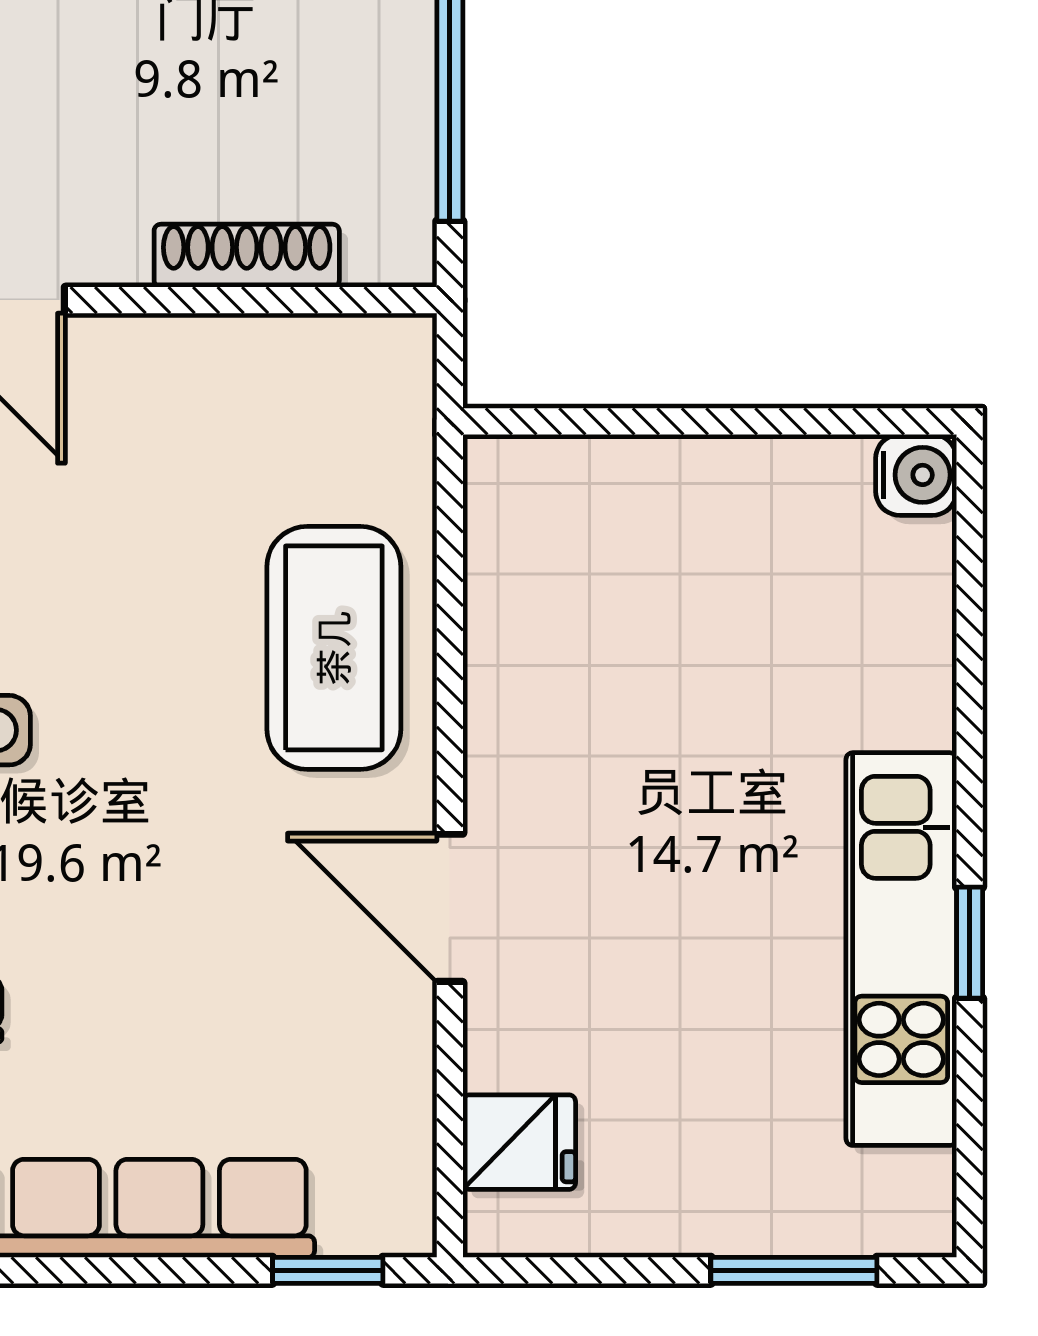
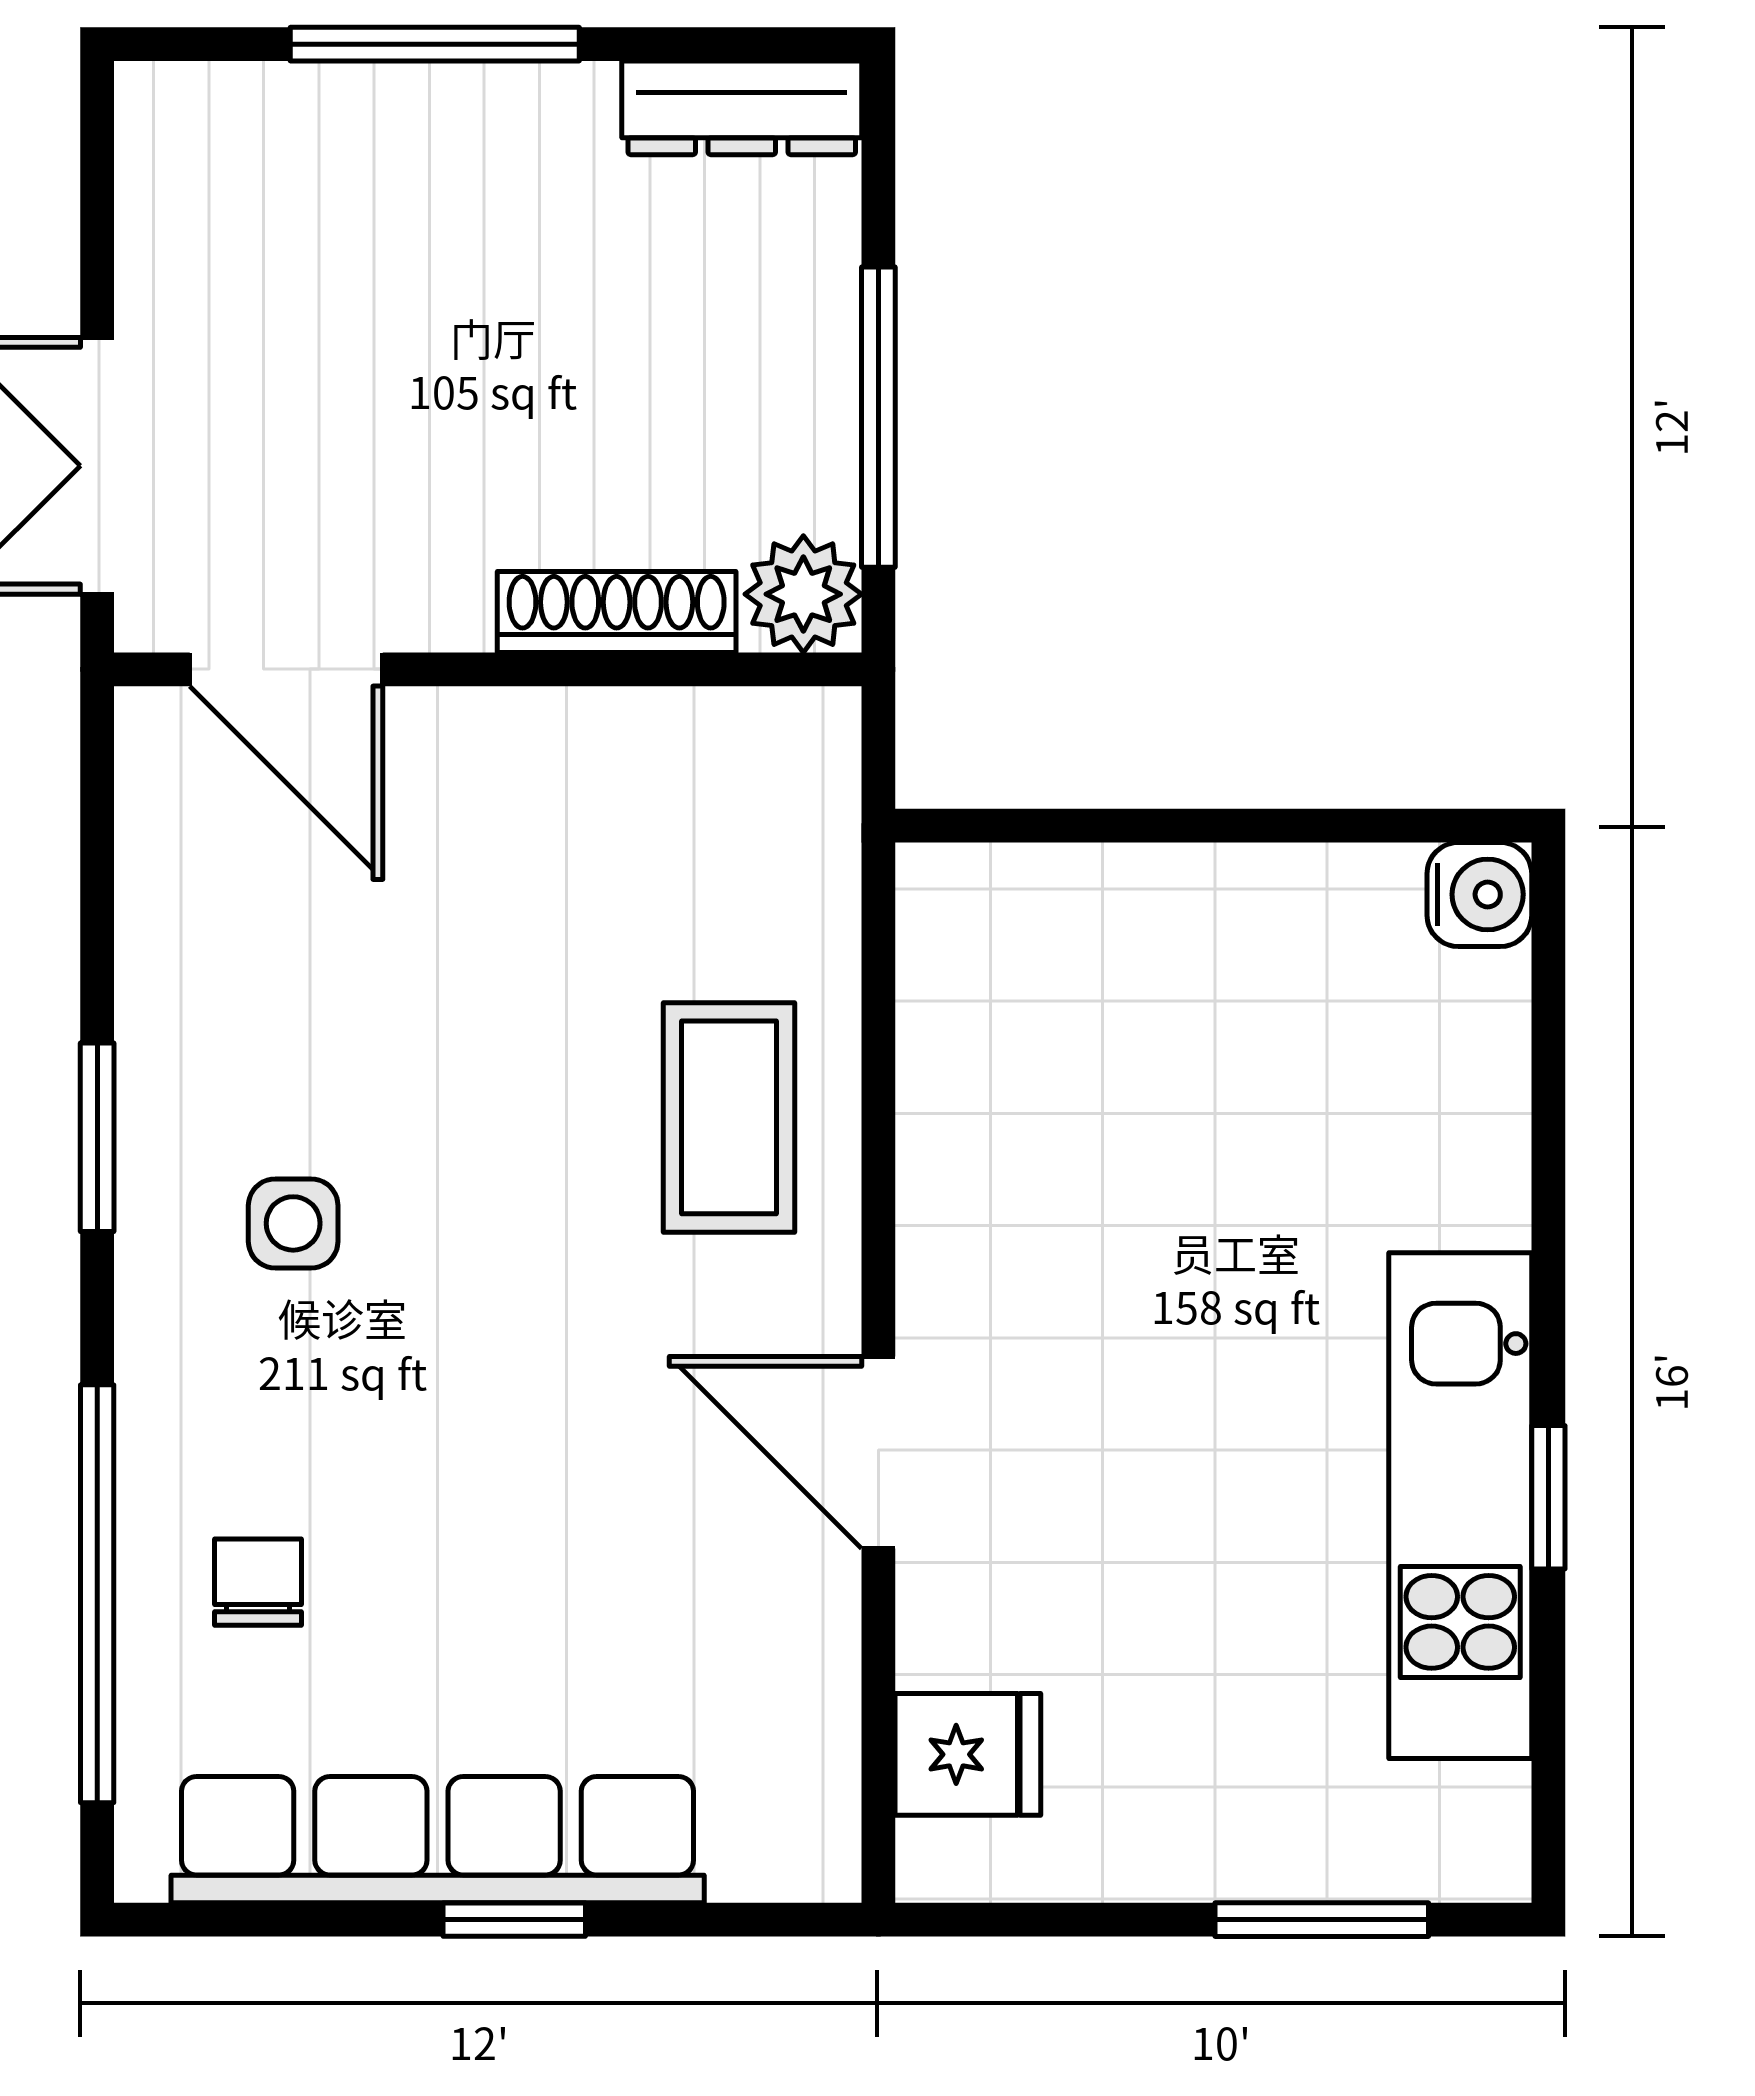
plant: (392, 242) -> (803, 594), added
coffee table: (334, 648) -> (729, 1117), width x0.73, depth x0.76
window: (328, 1270) -> (514, 1920), moved

